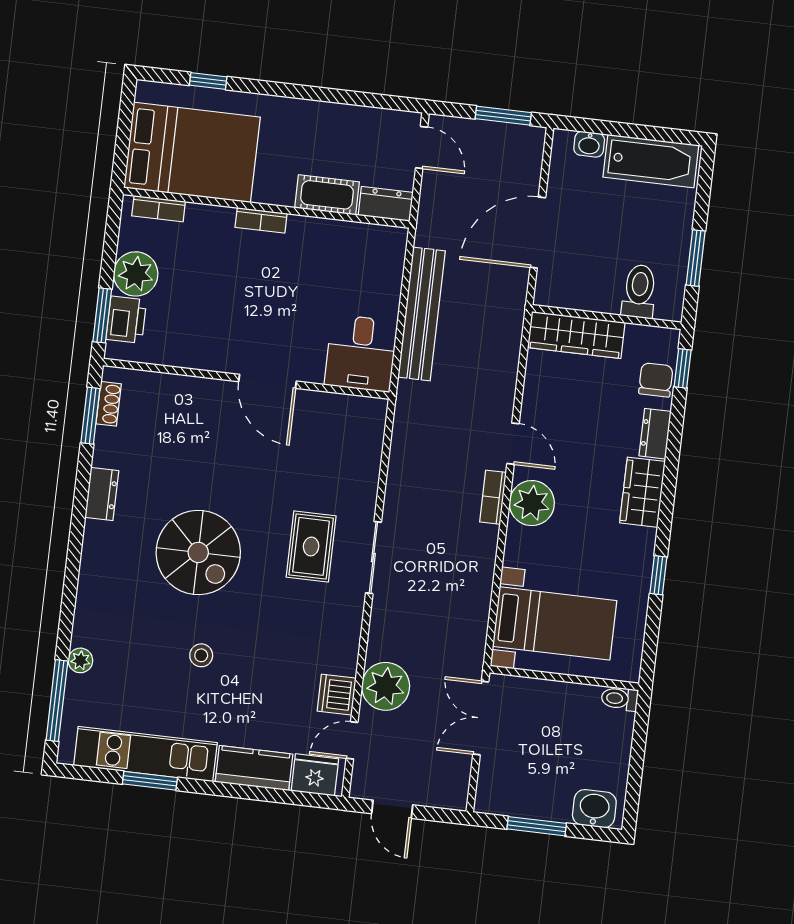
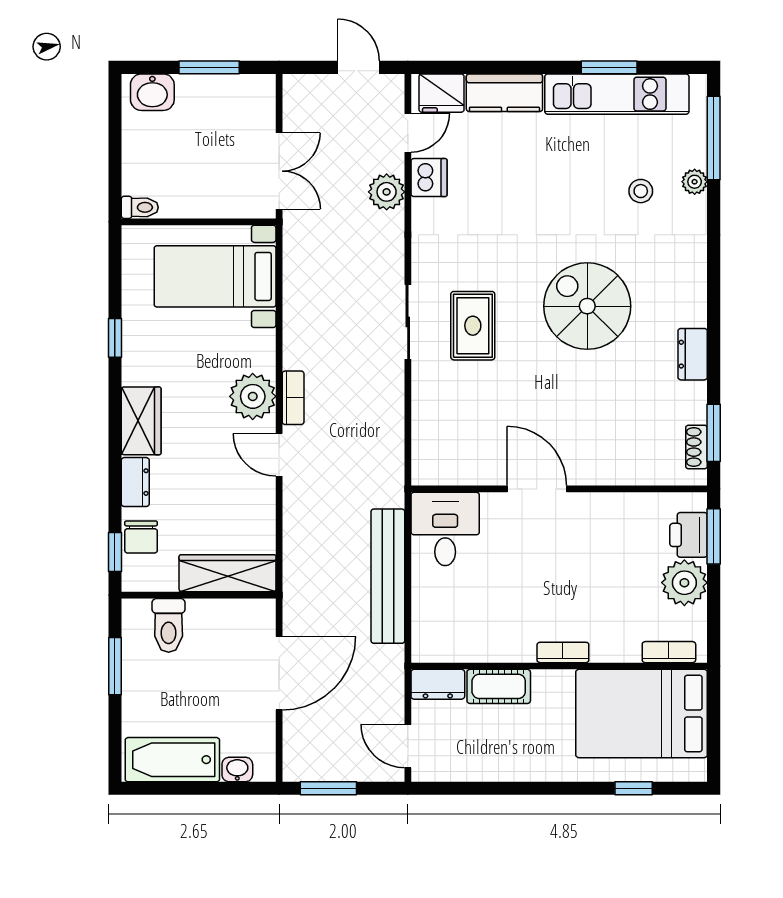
stool: (201, 655) -> (641, 191), moved
plant: (386, 686) -> (387, 192), width x0.73, depth x0.73

